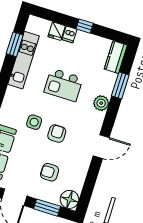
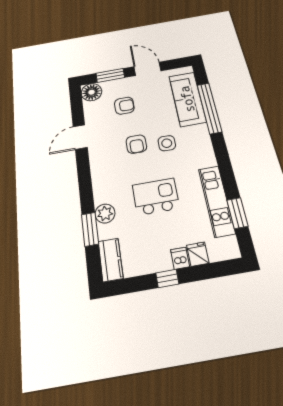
plant: (101, 103) -> (105, 213), moved
door: (101, 147) -> (80, 137), moved

